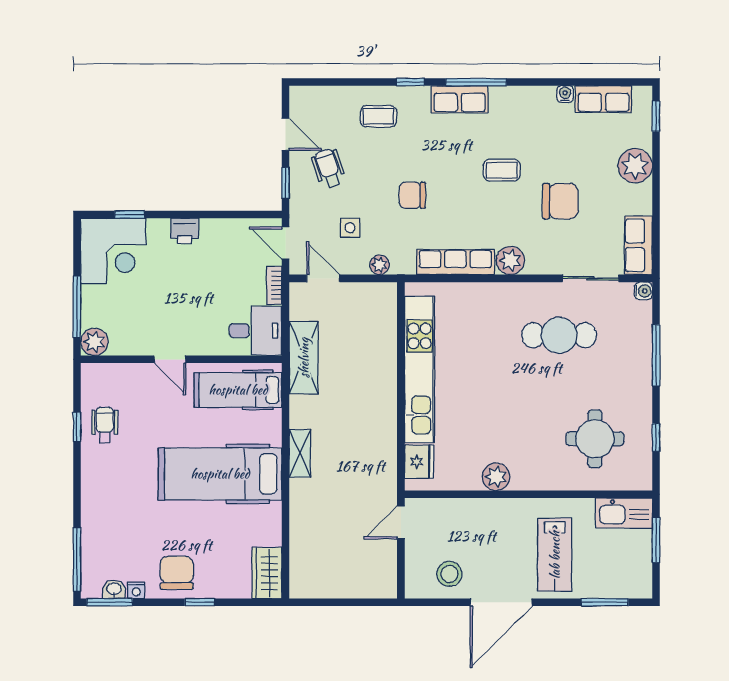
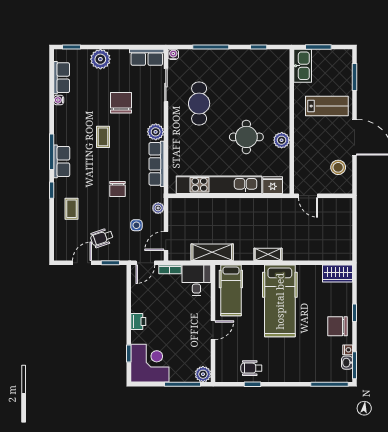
round table: (595, 439) -> (246, 137), moved

